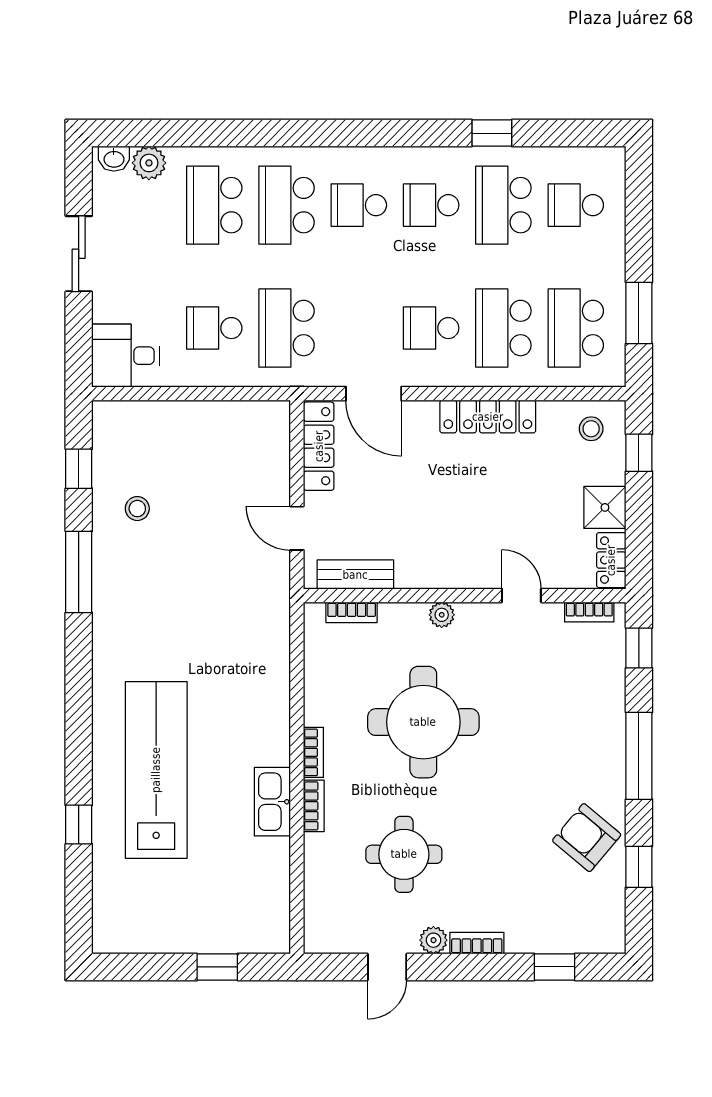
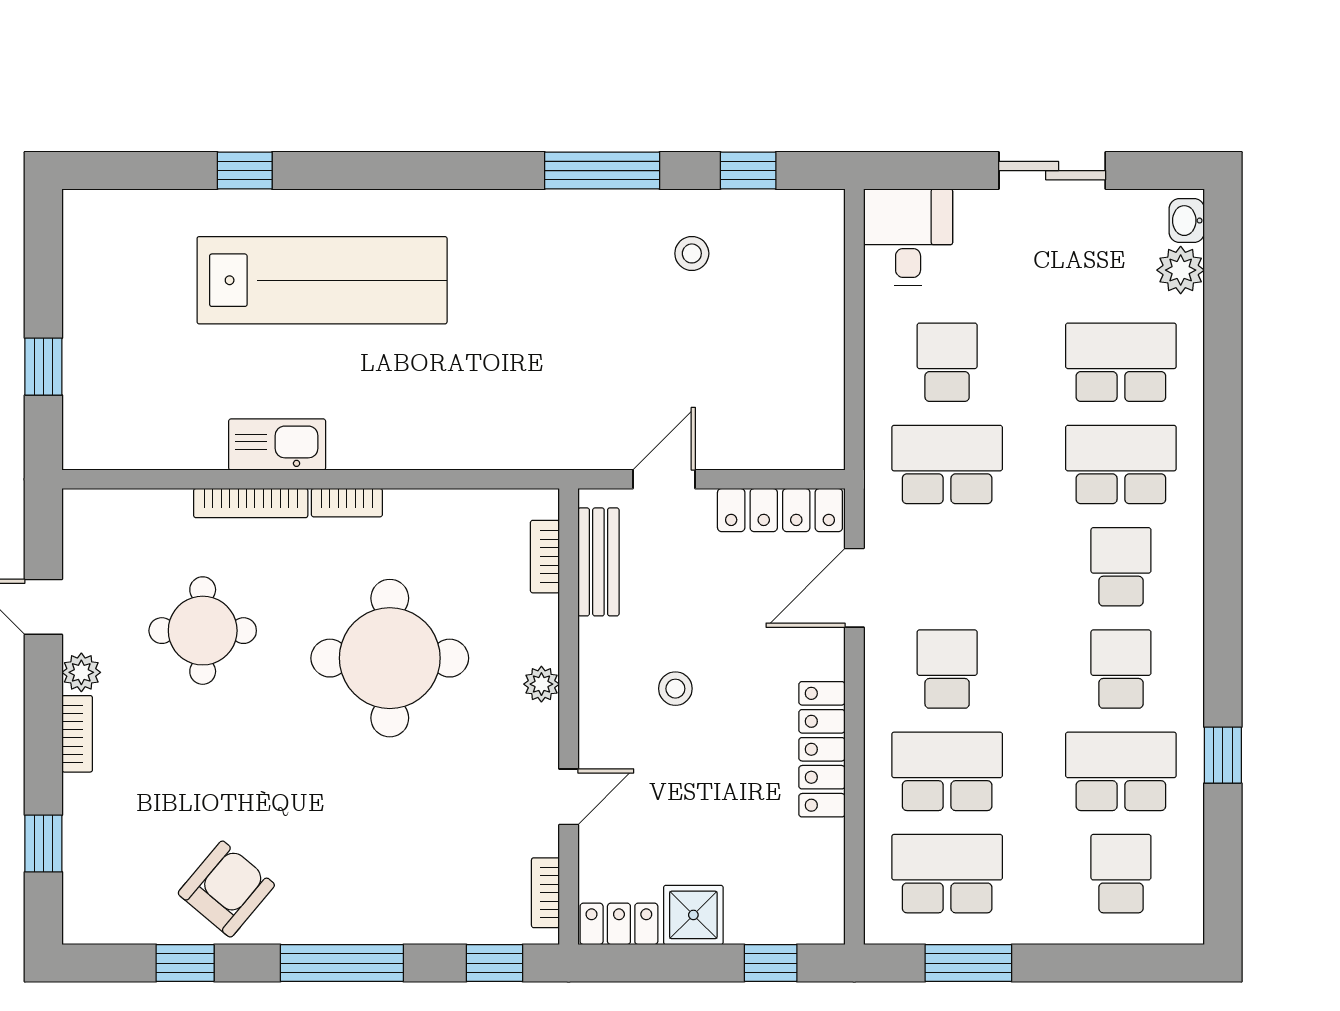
stool: (591, 429) -> (675, 689), moved
bookcase: (314, 806) -> (251, 503), width x1.56

